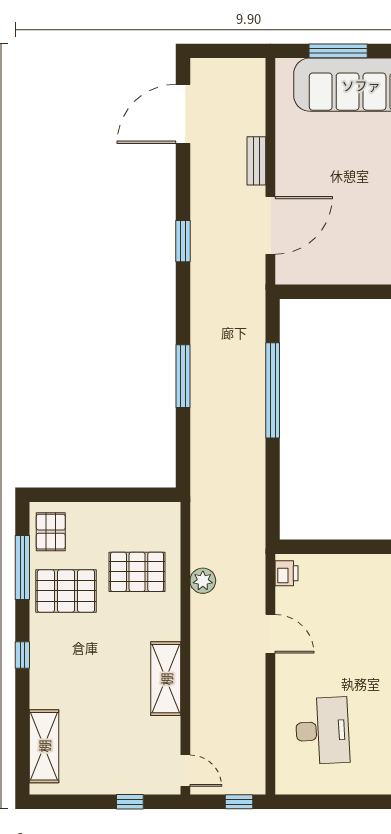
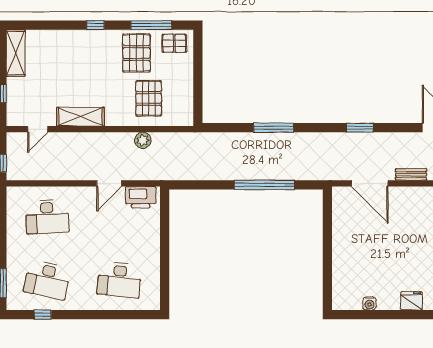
printer: (286, 573) -> (141, 197), width x1.87, depth x1.48
shelving: (44, 746) -> (16, 53), moved, turned 90
door: (185, 771) -> (38, 129), moved

